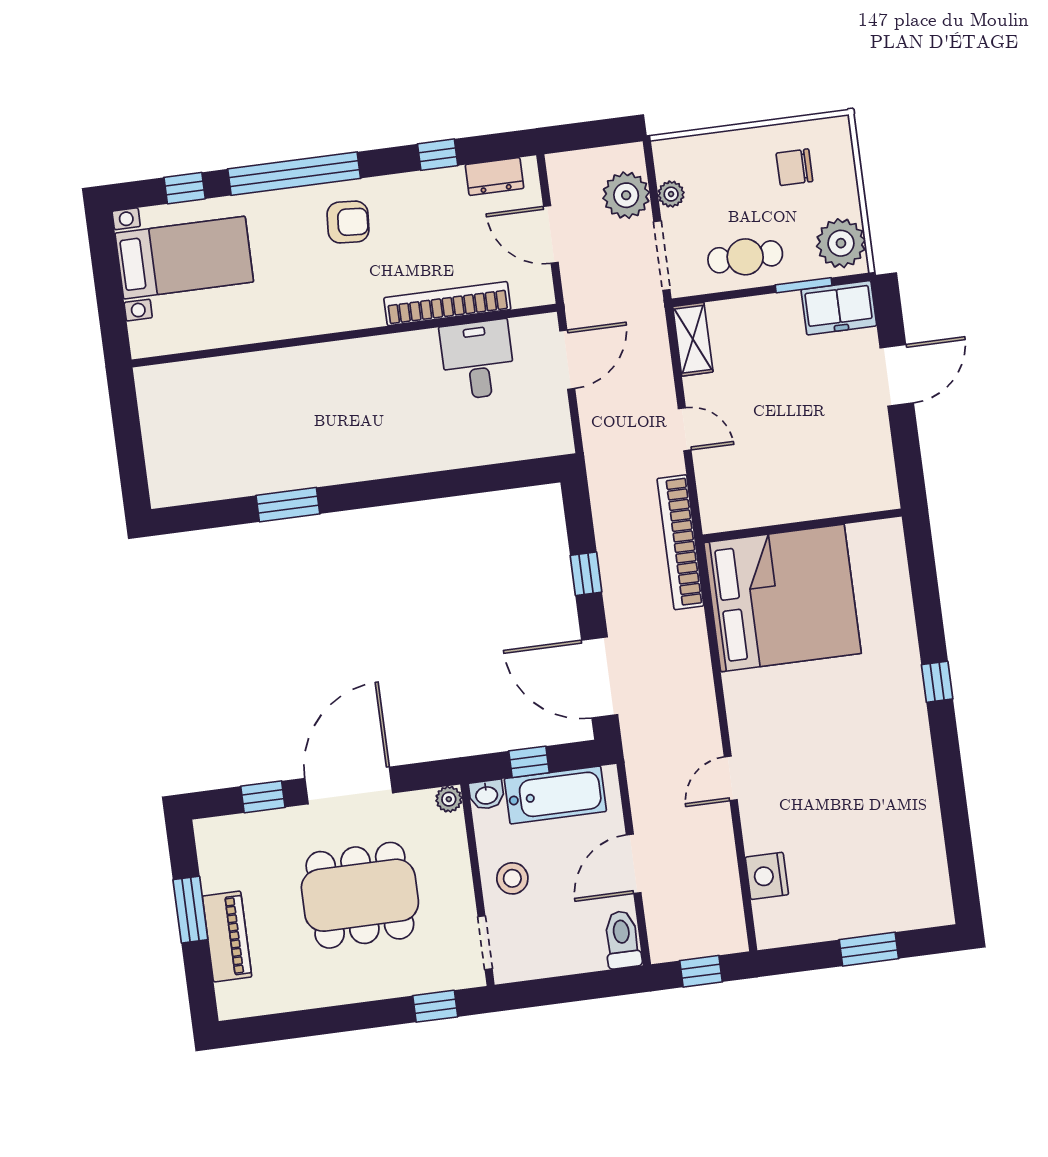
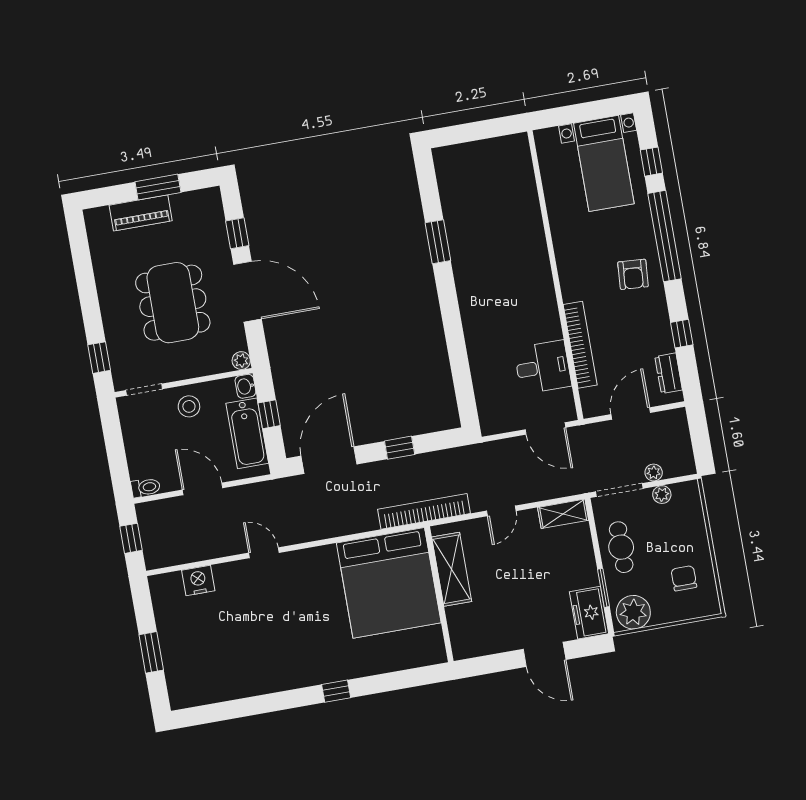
plant: (626, 195) -> (654, 473), width x0.53, depth x0.53
shelving: (767, 505) -> (452, 569), added
toilet: (622, 940) -> (146, 487), width x0.73, depth x0.72

